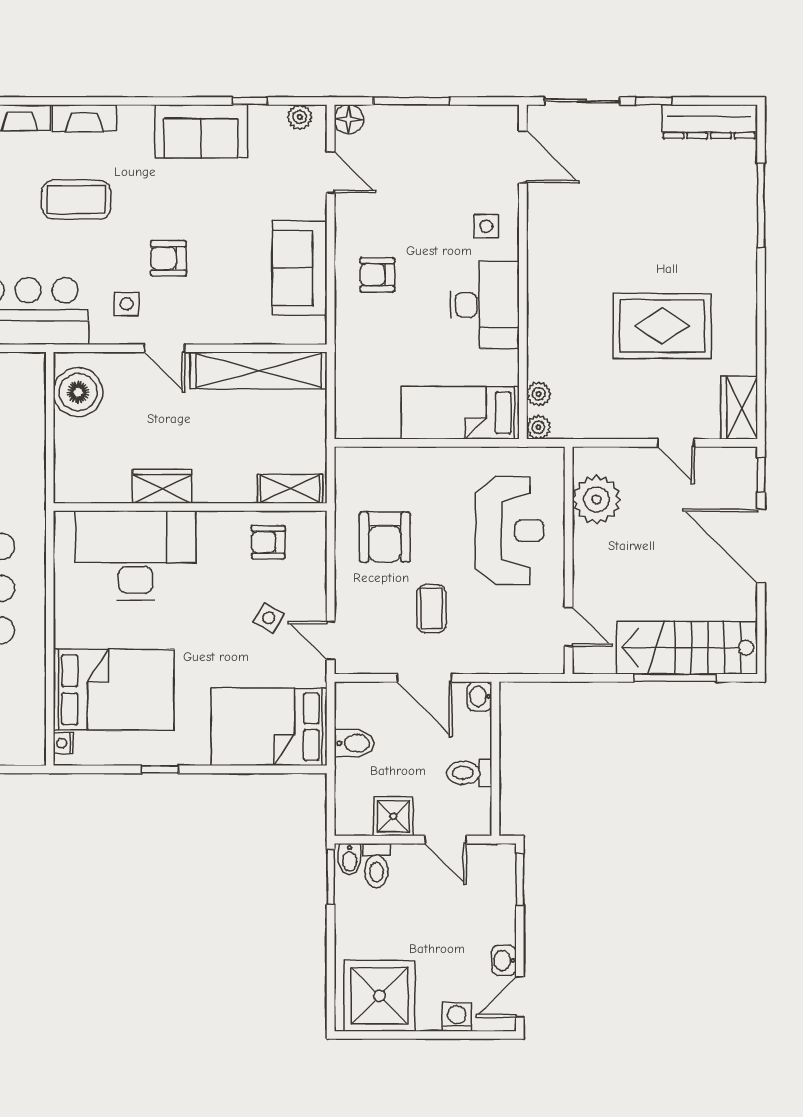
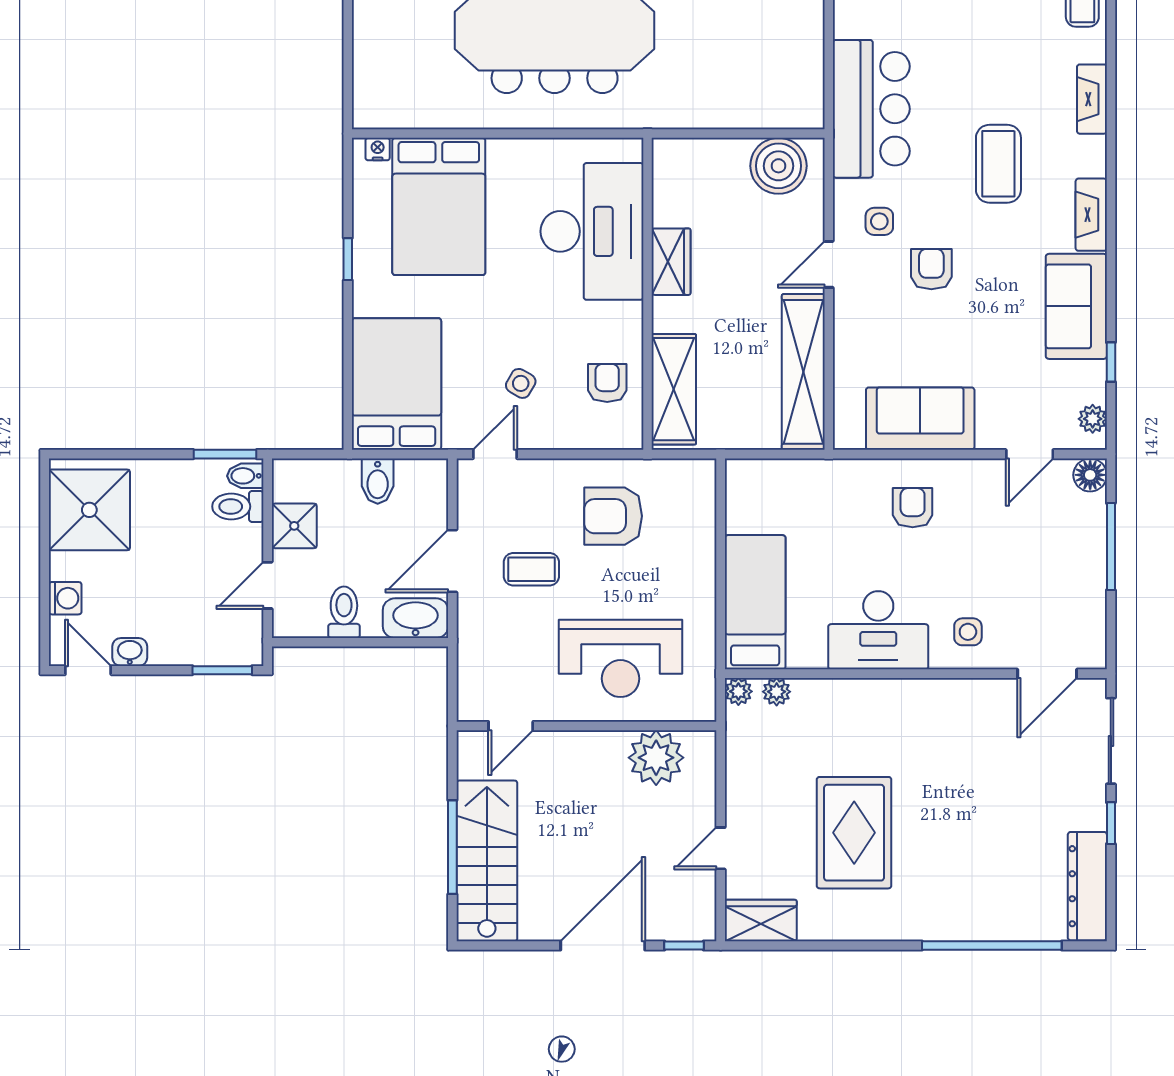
fireplace: (84, 118) -> (1091, 215), moved
window: (761, 205) -> (992, 945), width x1.46
shelving: (290, 489) -> (674, 389), width x1.50, depth x1.33
washbasin: (480, 696) -> (416, 618), width x1.91, depth x1.45

